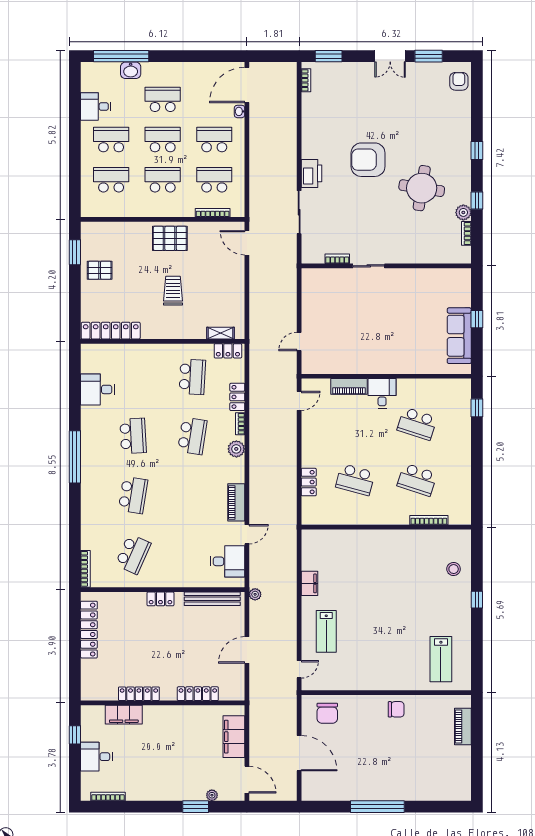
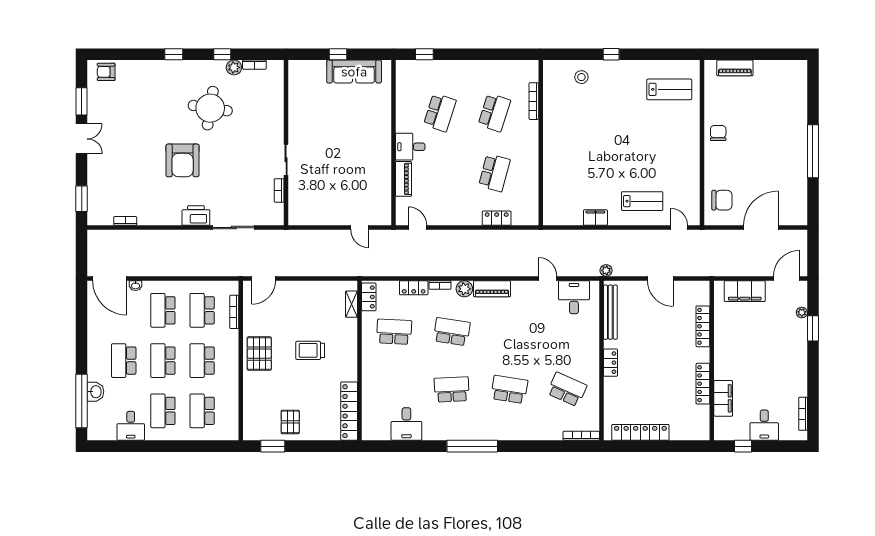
bookcase: (306, 80) -> (125, 221), moved
piano: (236, 502) -> (492, 289), moved

